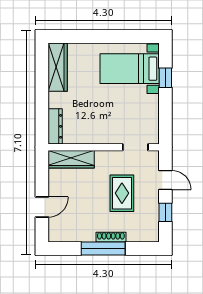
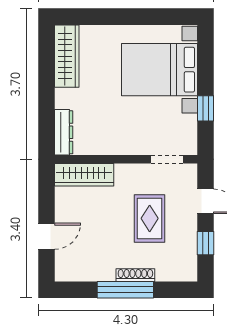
bed with nightstands: (130, 69) -> (159, 70), width x1.36
window: (165, 78) -> (205, 108), moved

